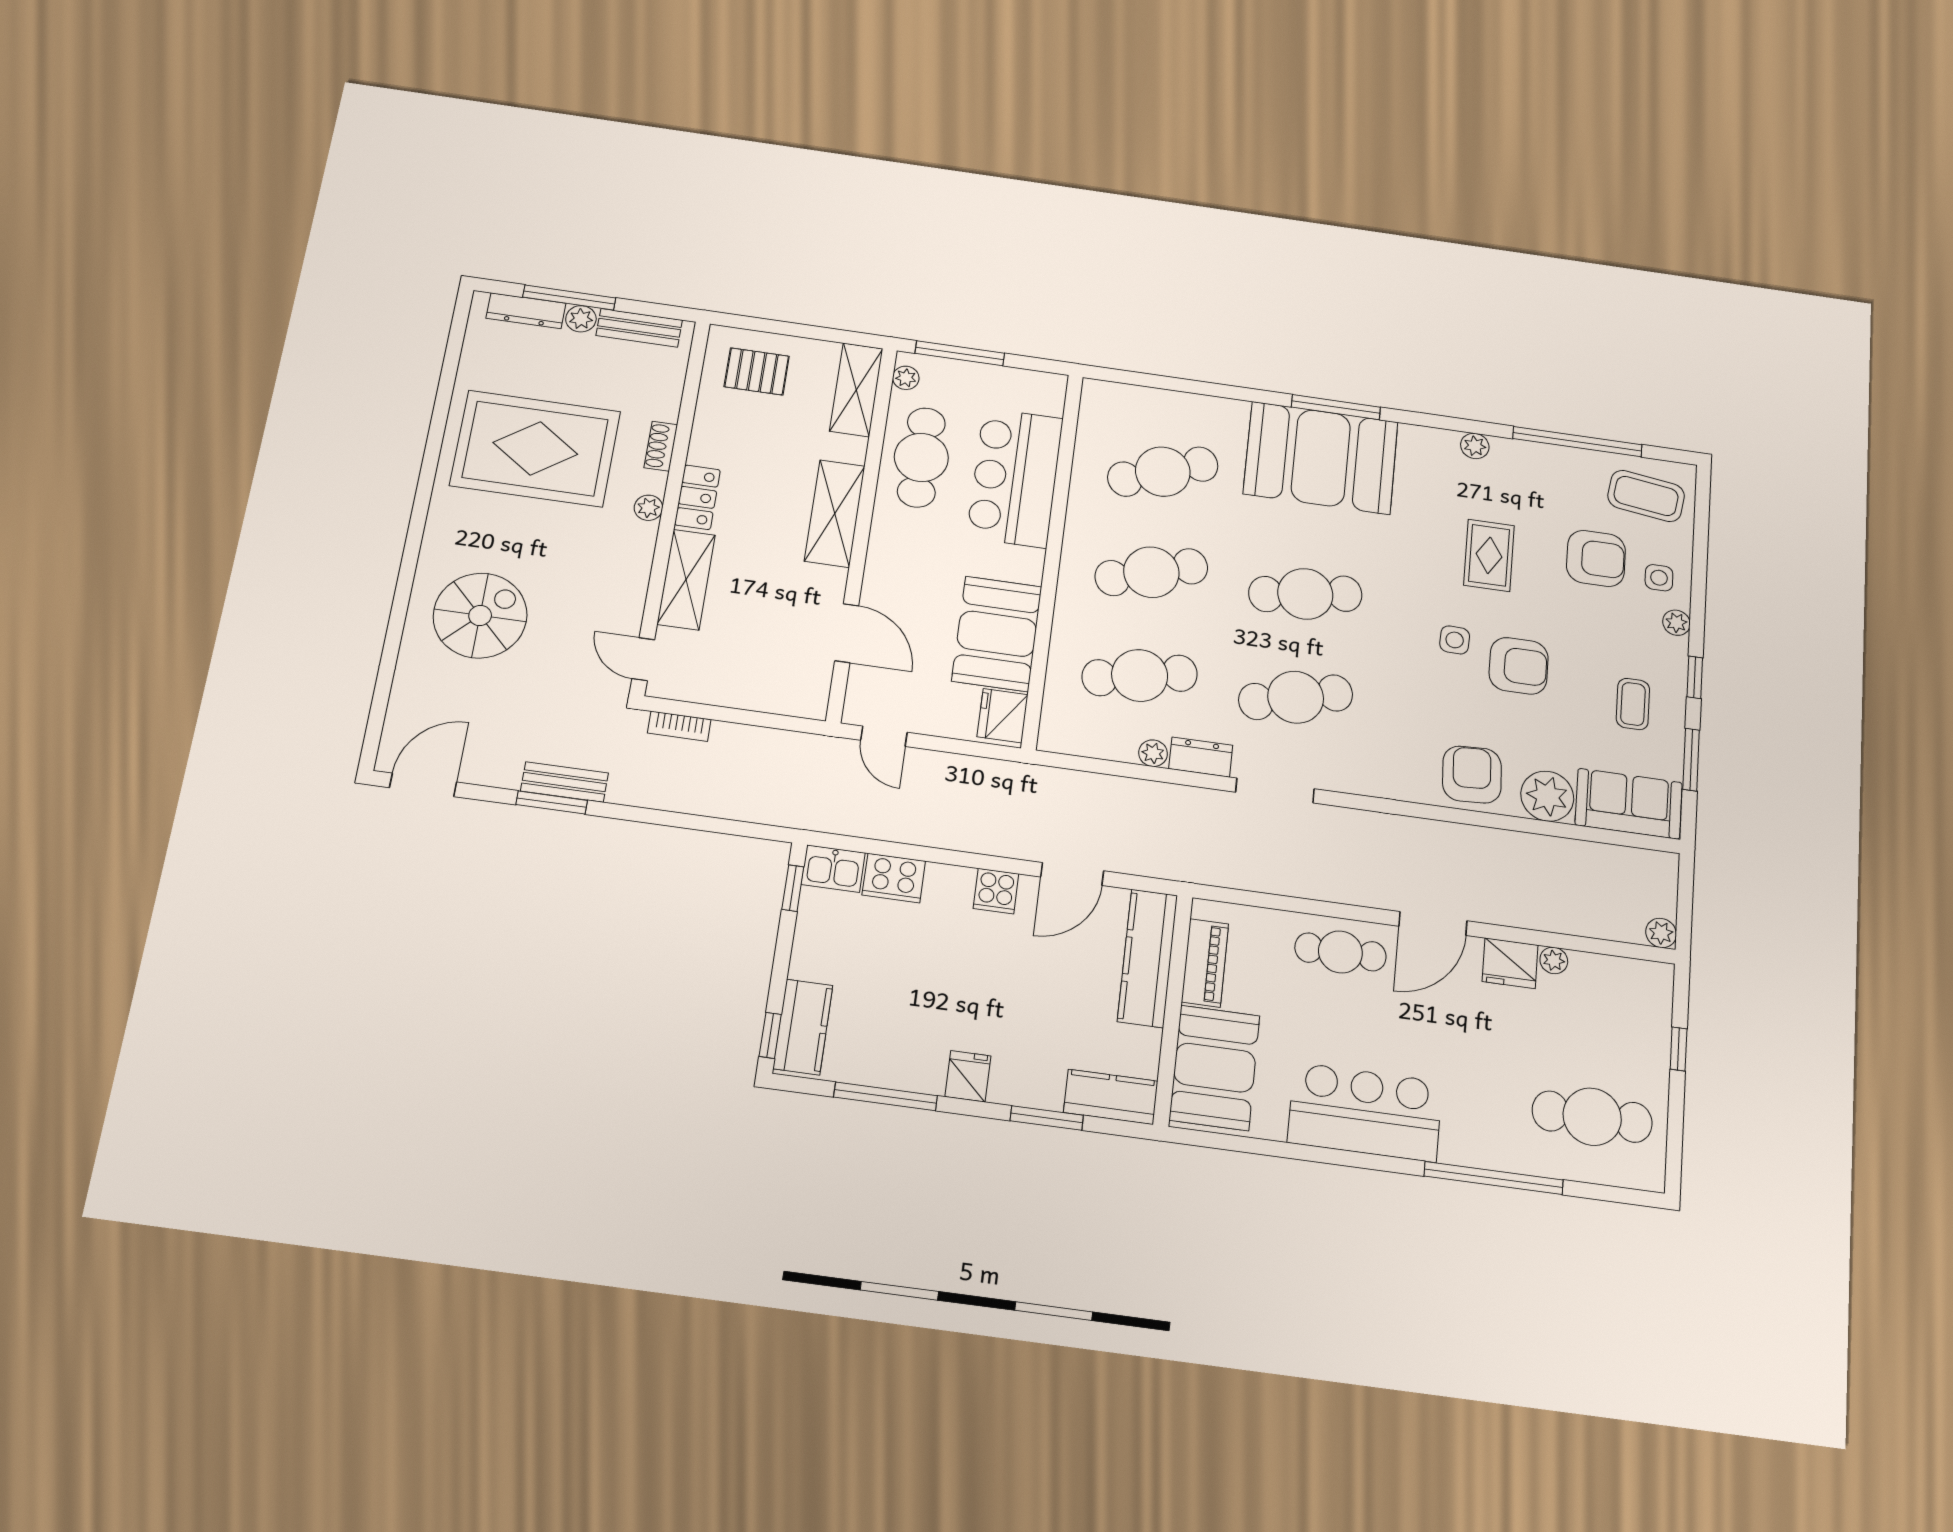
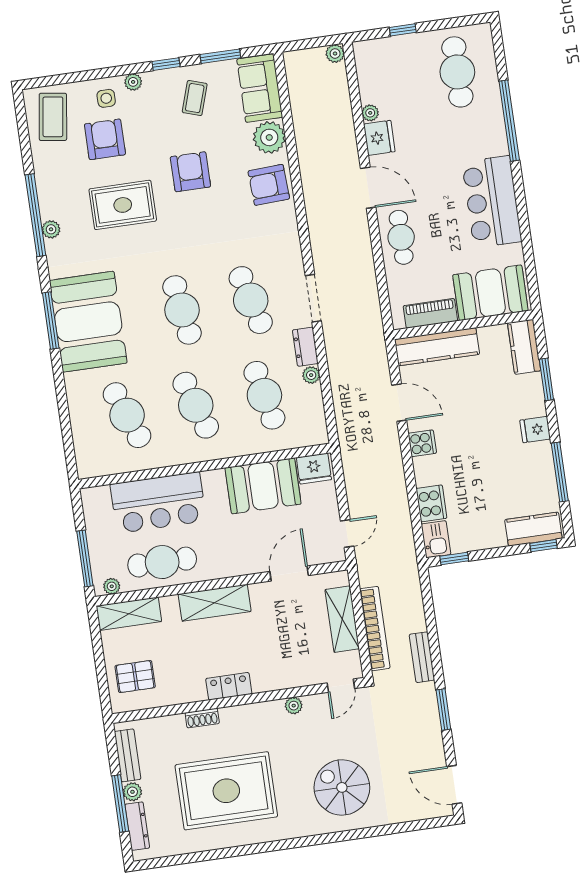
pallet: (757, 371) -> (135, 677), turned 90
window: (1577, 442) -> (35, 215), moved
rug: (535, 448) -> (226, 791), turned 90
plant: (648, 508) -> (294, 706), moved
rug: (1489, 555) -> (123, 205), width x1.36, depth x1.43
shelving: (686, 580) -> (342, 619), moved, turned 90
side table: (1455, 640) -> (185, 214), removed
coffee table: (1633, 704) -> (195, 98), turned -72
bookcase: (679, 726) -> (375, 629), width x2.31, depth x1.31
bench: (564, 782) -> (422, 657), moved

